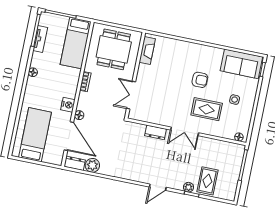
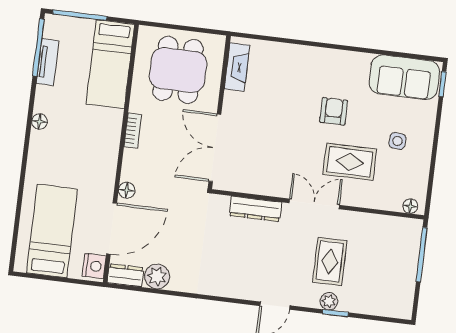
armchair: (200, 80) -> (334, 111), turned -90
double door: (131, 95) -> (215, 148), width x1.37
nightstand: (68, 105) -> (94, 266), moved
double door: (185, 131) -> (314, 204), swing flipped
dresser: (155, 132) -> (256, 209), width x1.44
door: (69, 136) -> (112, 228), hinge flipped
rug: (207, 181) -> (330, 261), moved

